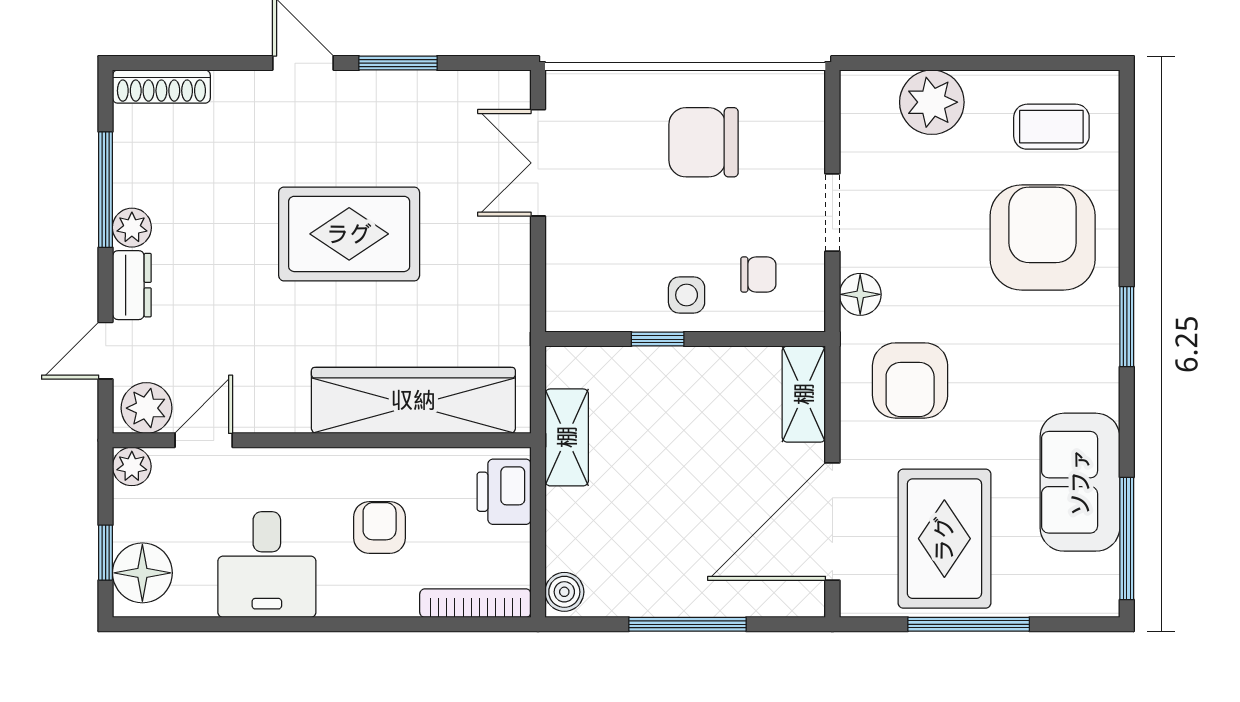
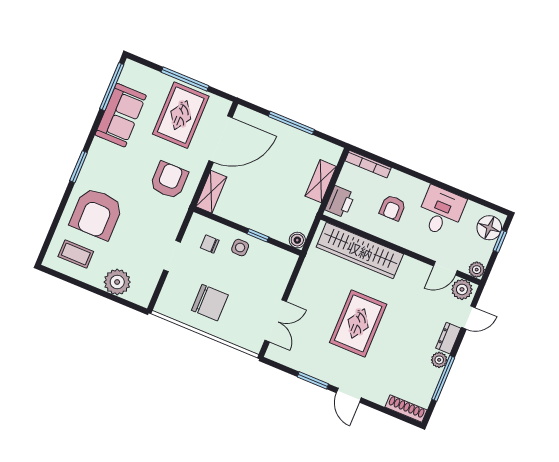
rug: (349, 234) -> (358, 323), turned 90
floor lamp: (860, 294) -> (174, 221), removed
shelving: (567, 437) -> (321, 181), moved
boiler: (564, 592) -> (297, 240), moved

